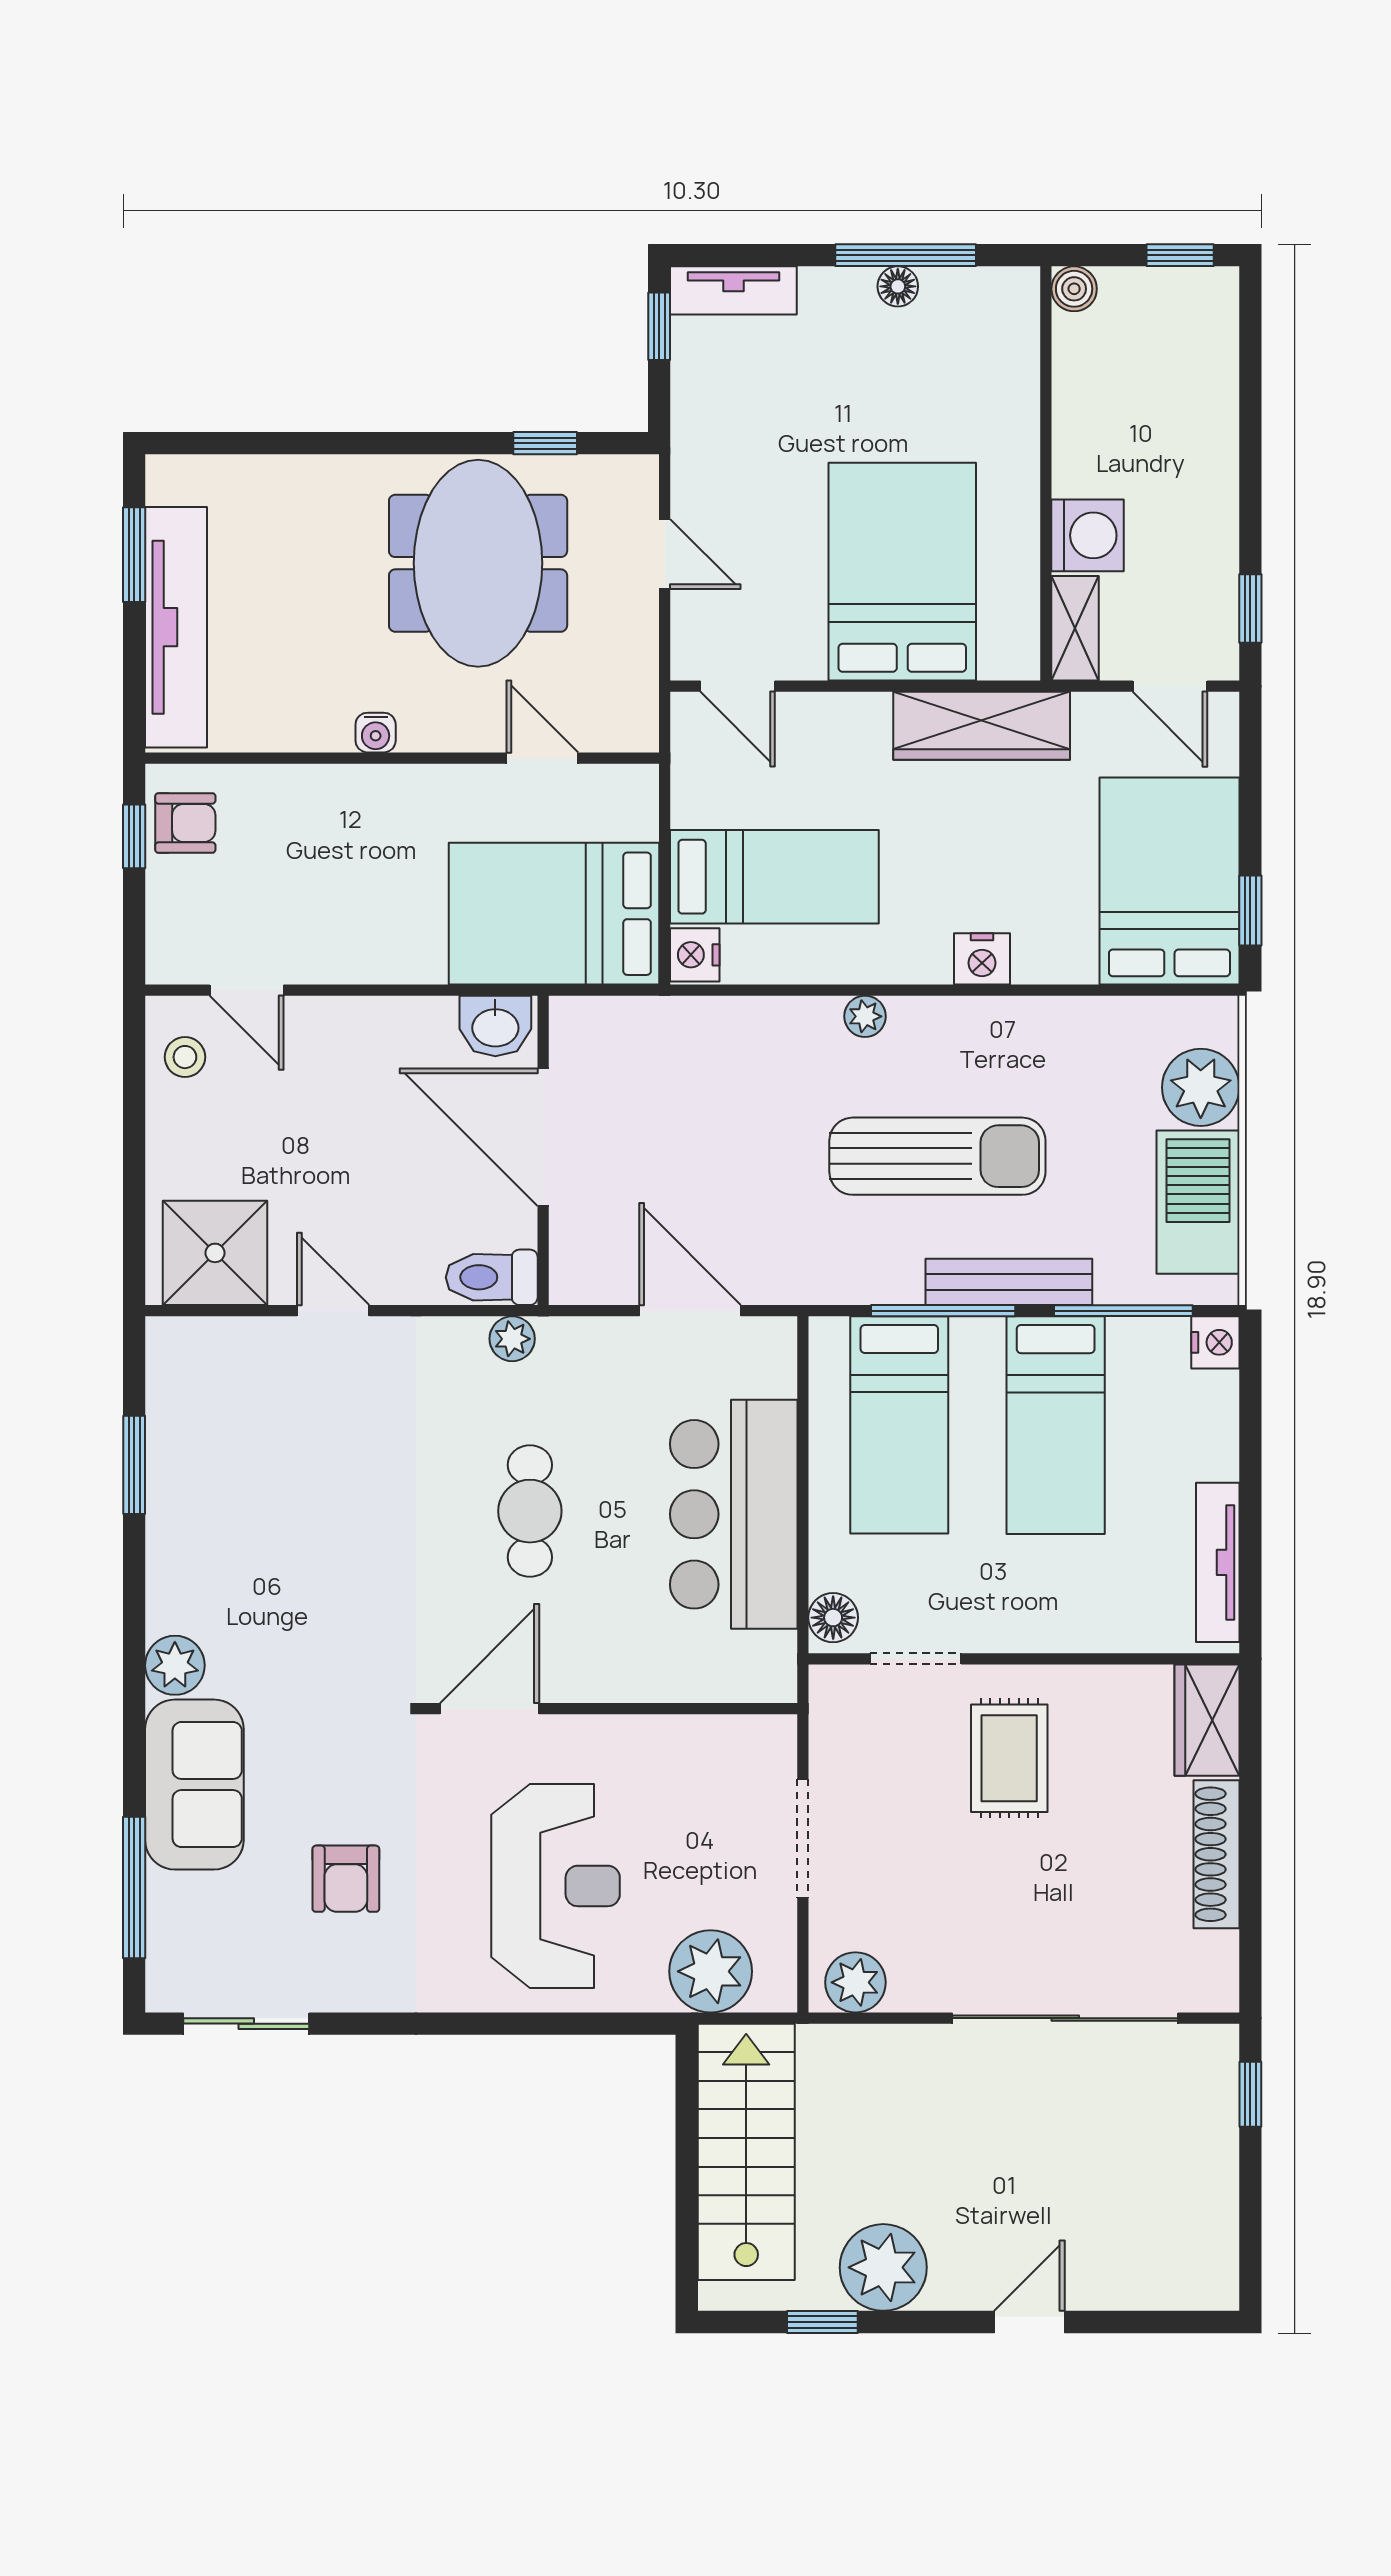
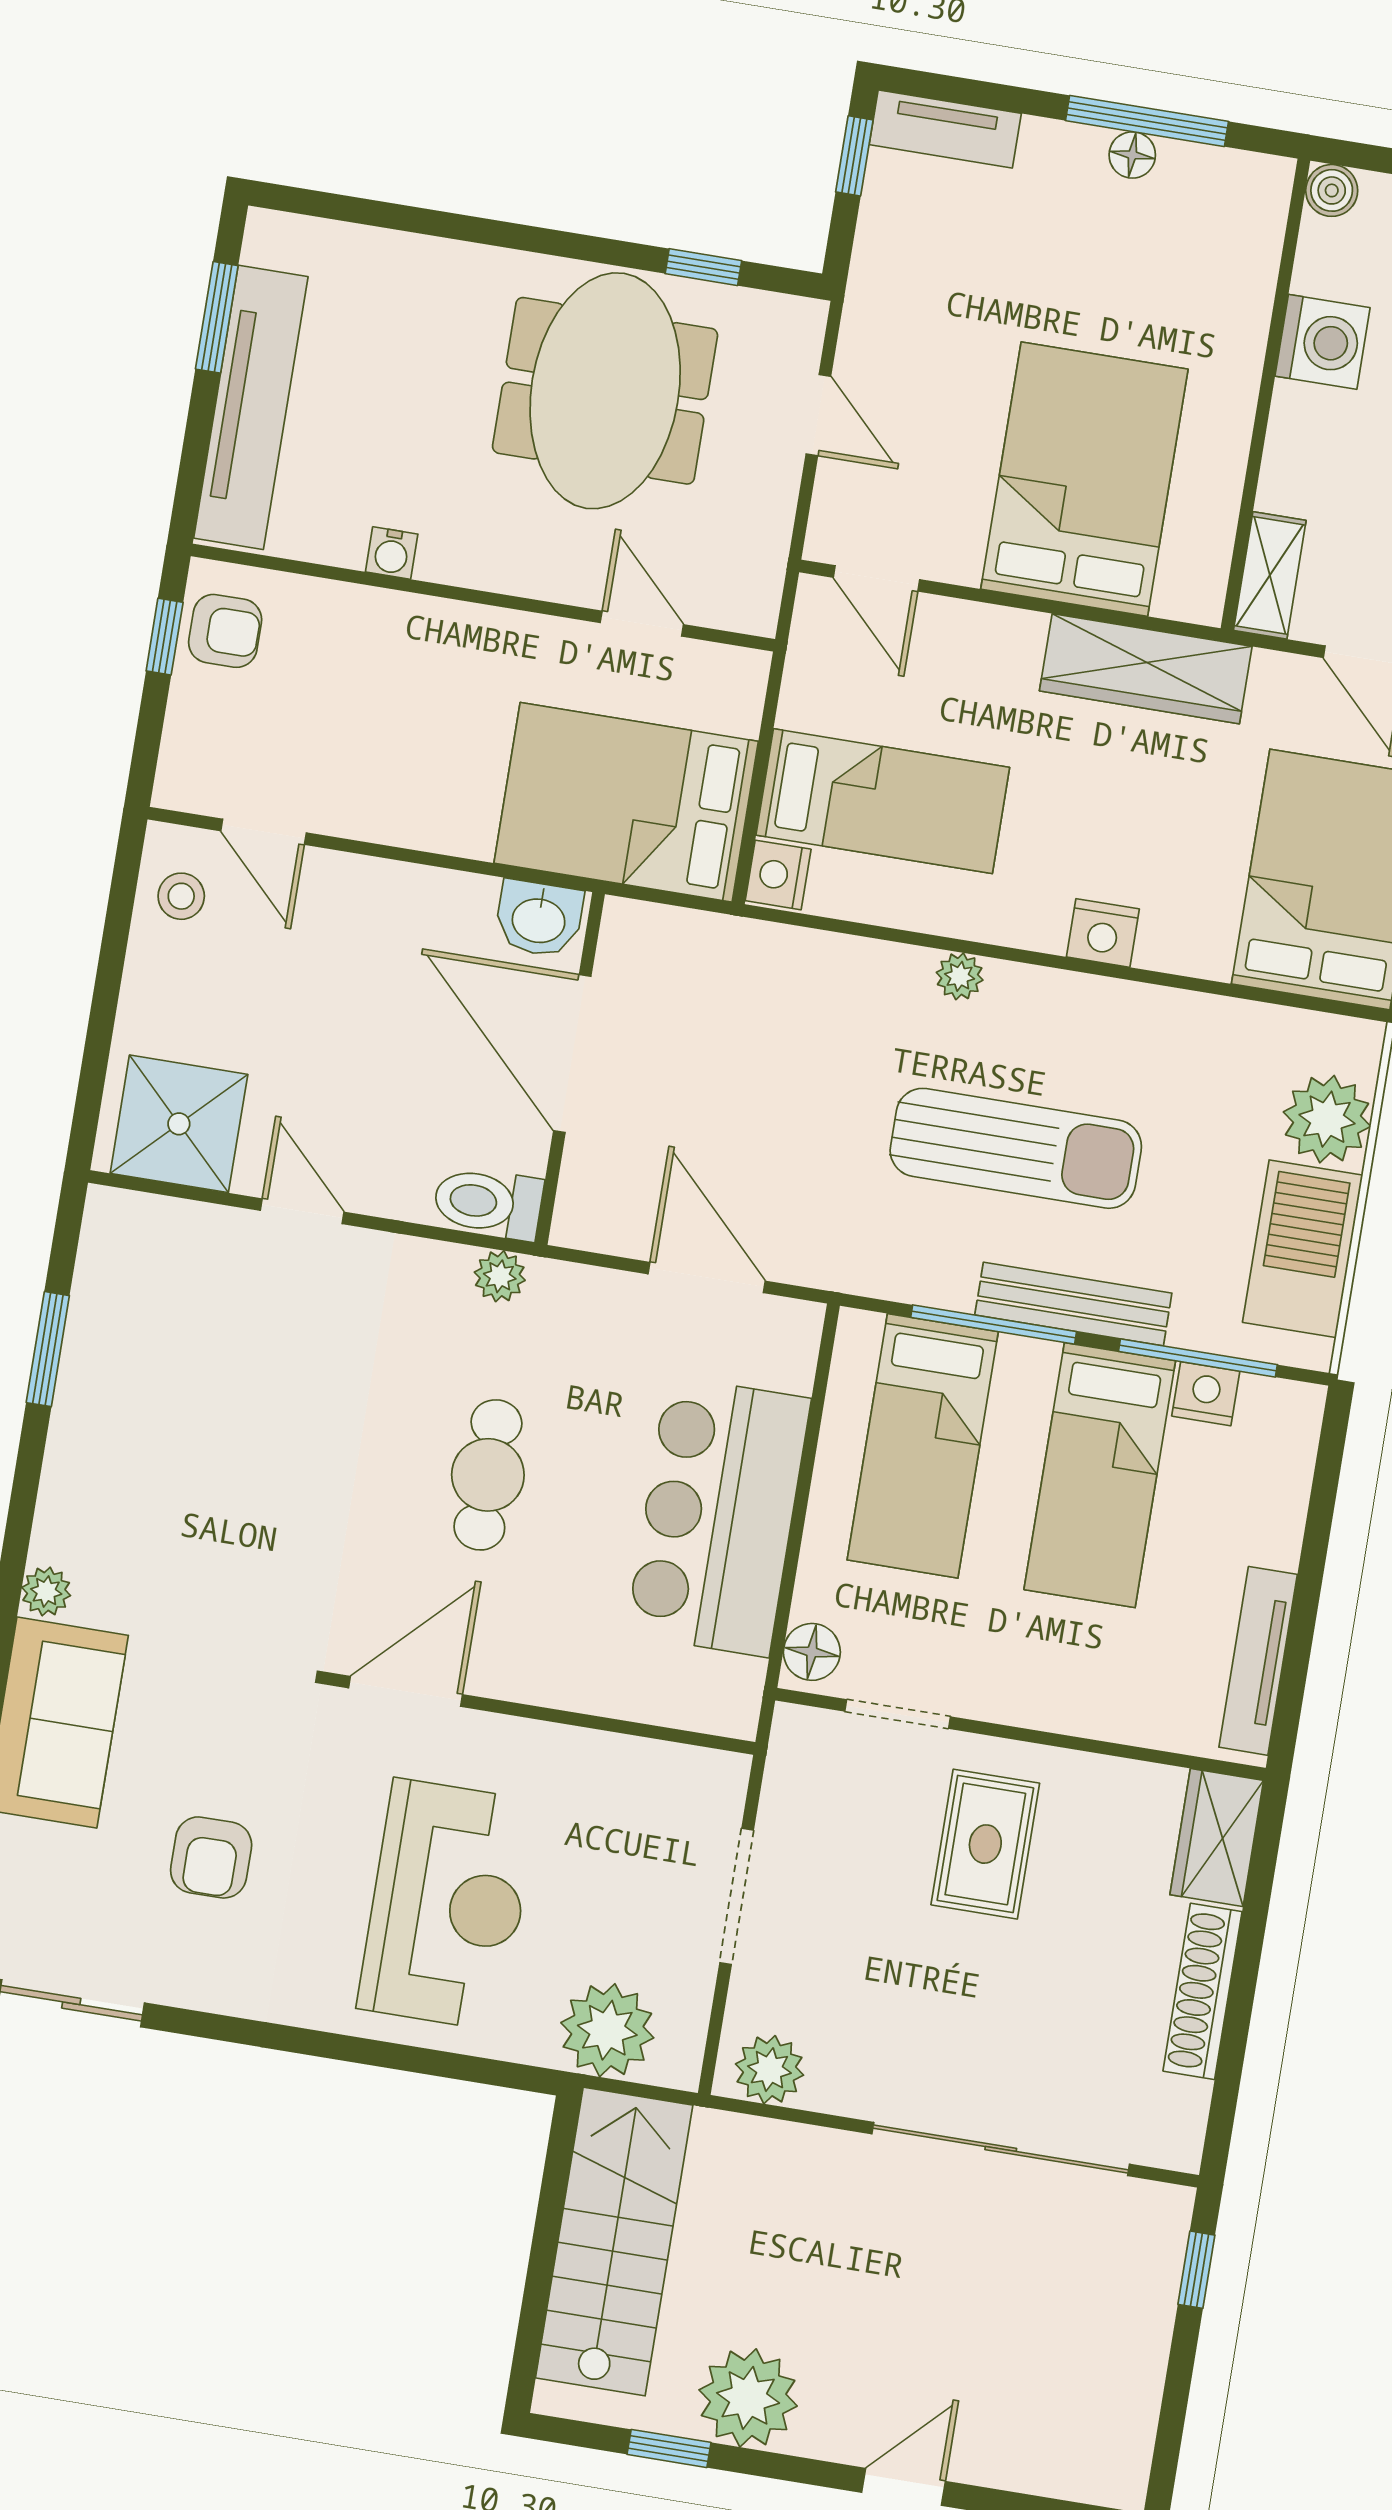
washing machine: (1088, 535) -> (1323, 342), moved
water cooler: (376, 733) -> (392, 553), moved
nightstand: (1215, 1342) -> (1206, 1394), moved, turned -90
plant: (175, 1665) -> (46, 1592), width x0.73, depth x0.73

